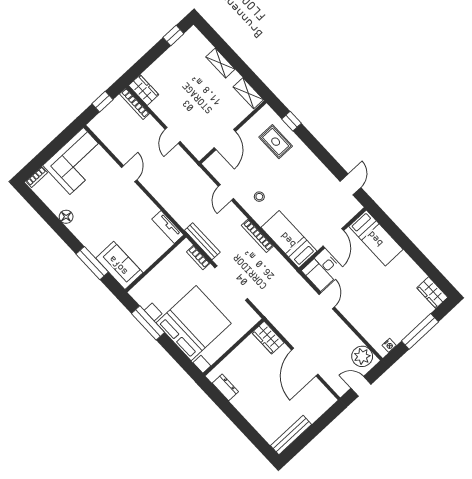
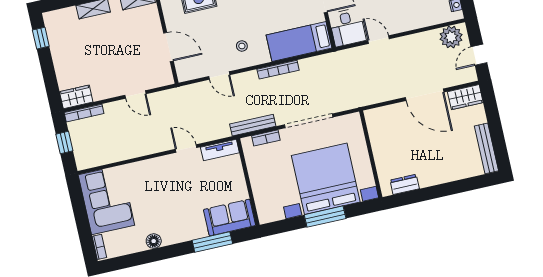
door: (129, 174) -> (186, 148), moved
window: (148, 323) -> (325, 217), moved
wardrobe: (268, 338) -> (465, 97), moved

